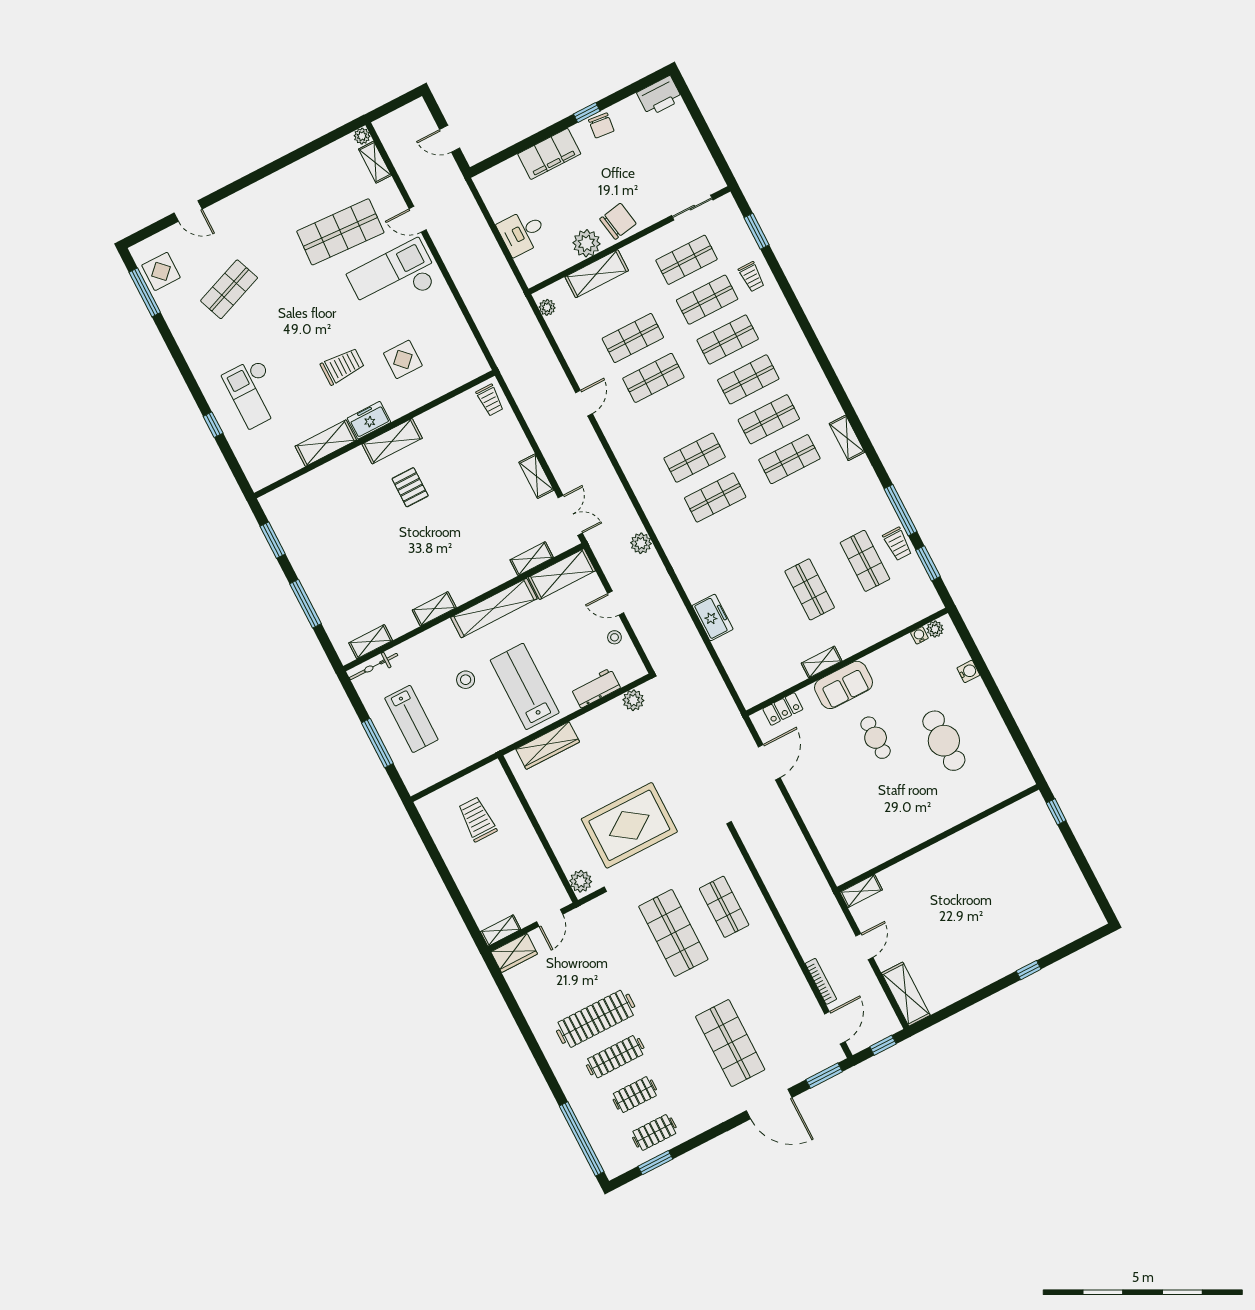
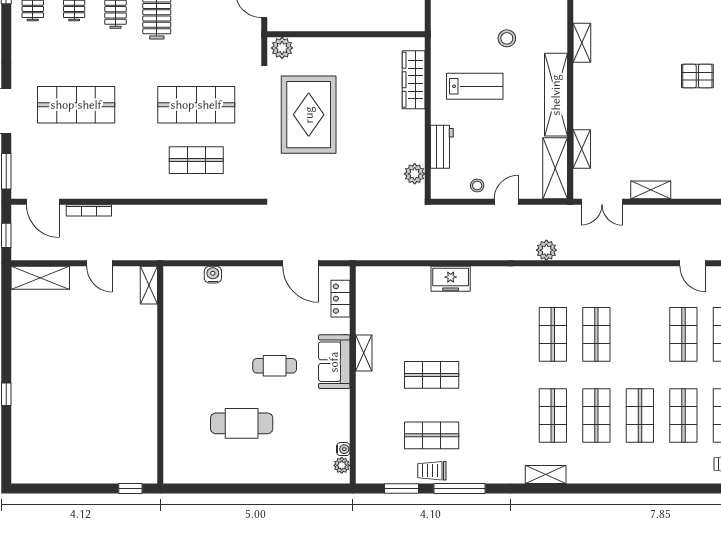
water cooler: (968, 671) -> (213, 275), moved, turned 180
lab bench: (525, 686) -> (475, 86), width x0.73, depth x0.72

